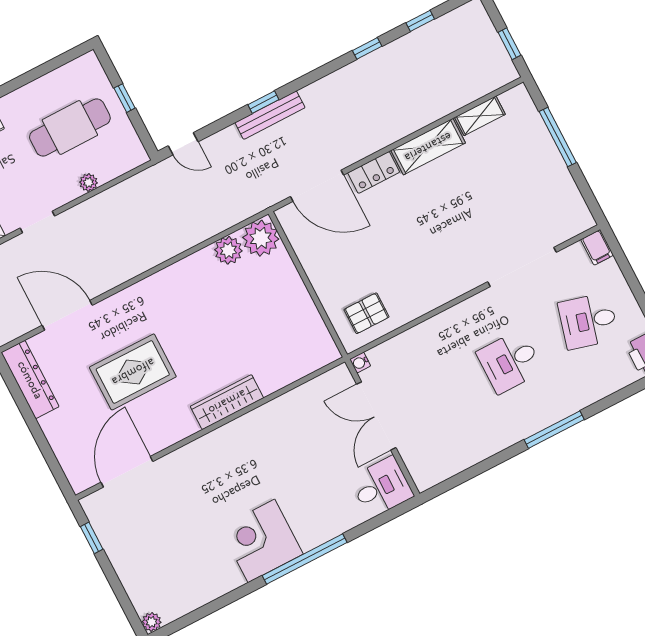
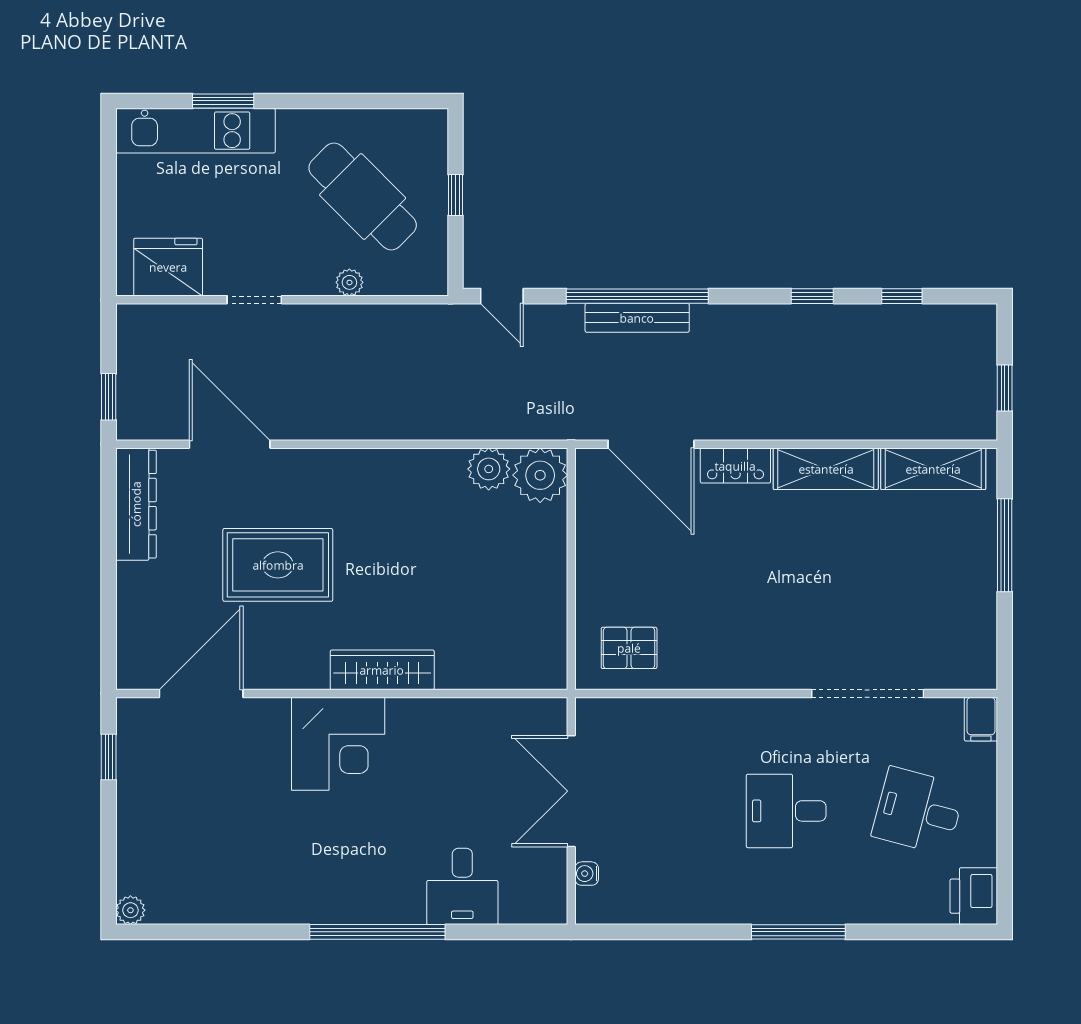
window: (263, 102) -> (637, 296), width x3.17
shelving: (480, 116) -> (933, 469), width x1.50, depth x1.33
cafe table: (70, 128) -> (363, 197), turned 45
water cooler: (360, 363) -> (587, 874), moved
desk: (382, 487) -> (462, 886), moved, turned 90
corner desk: (261, 541) -> (338, 744), moved, turned 180

